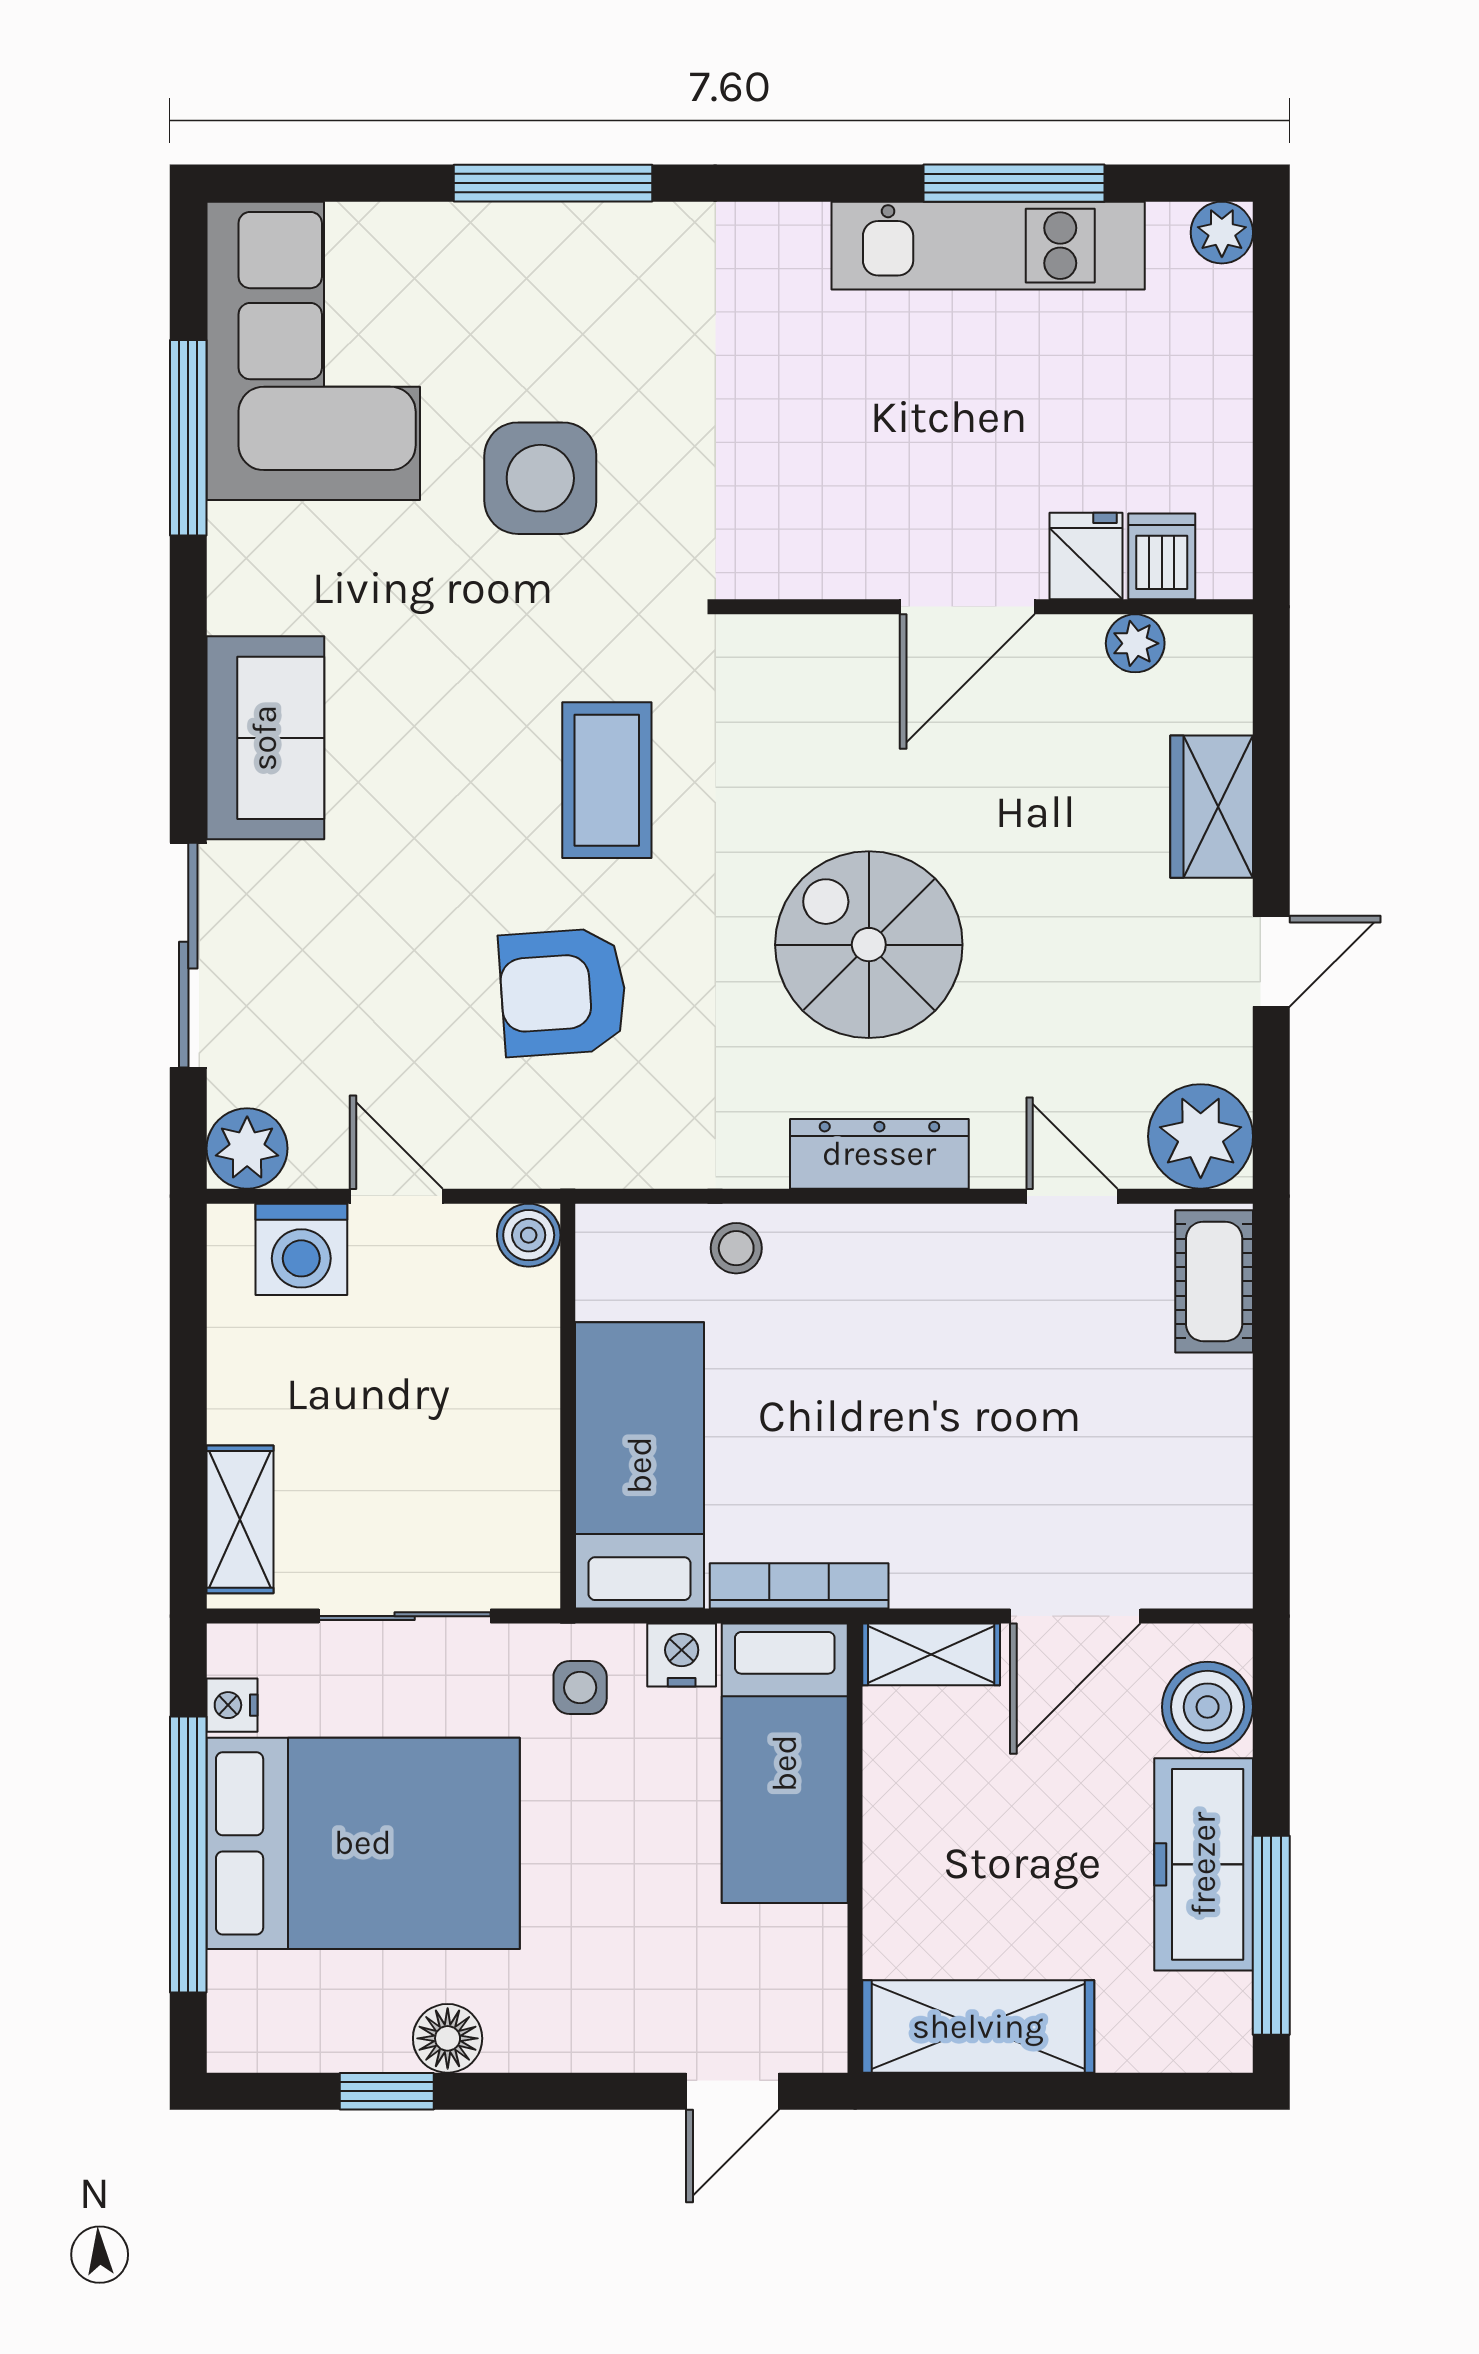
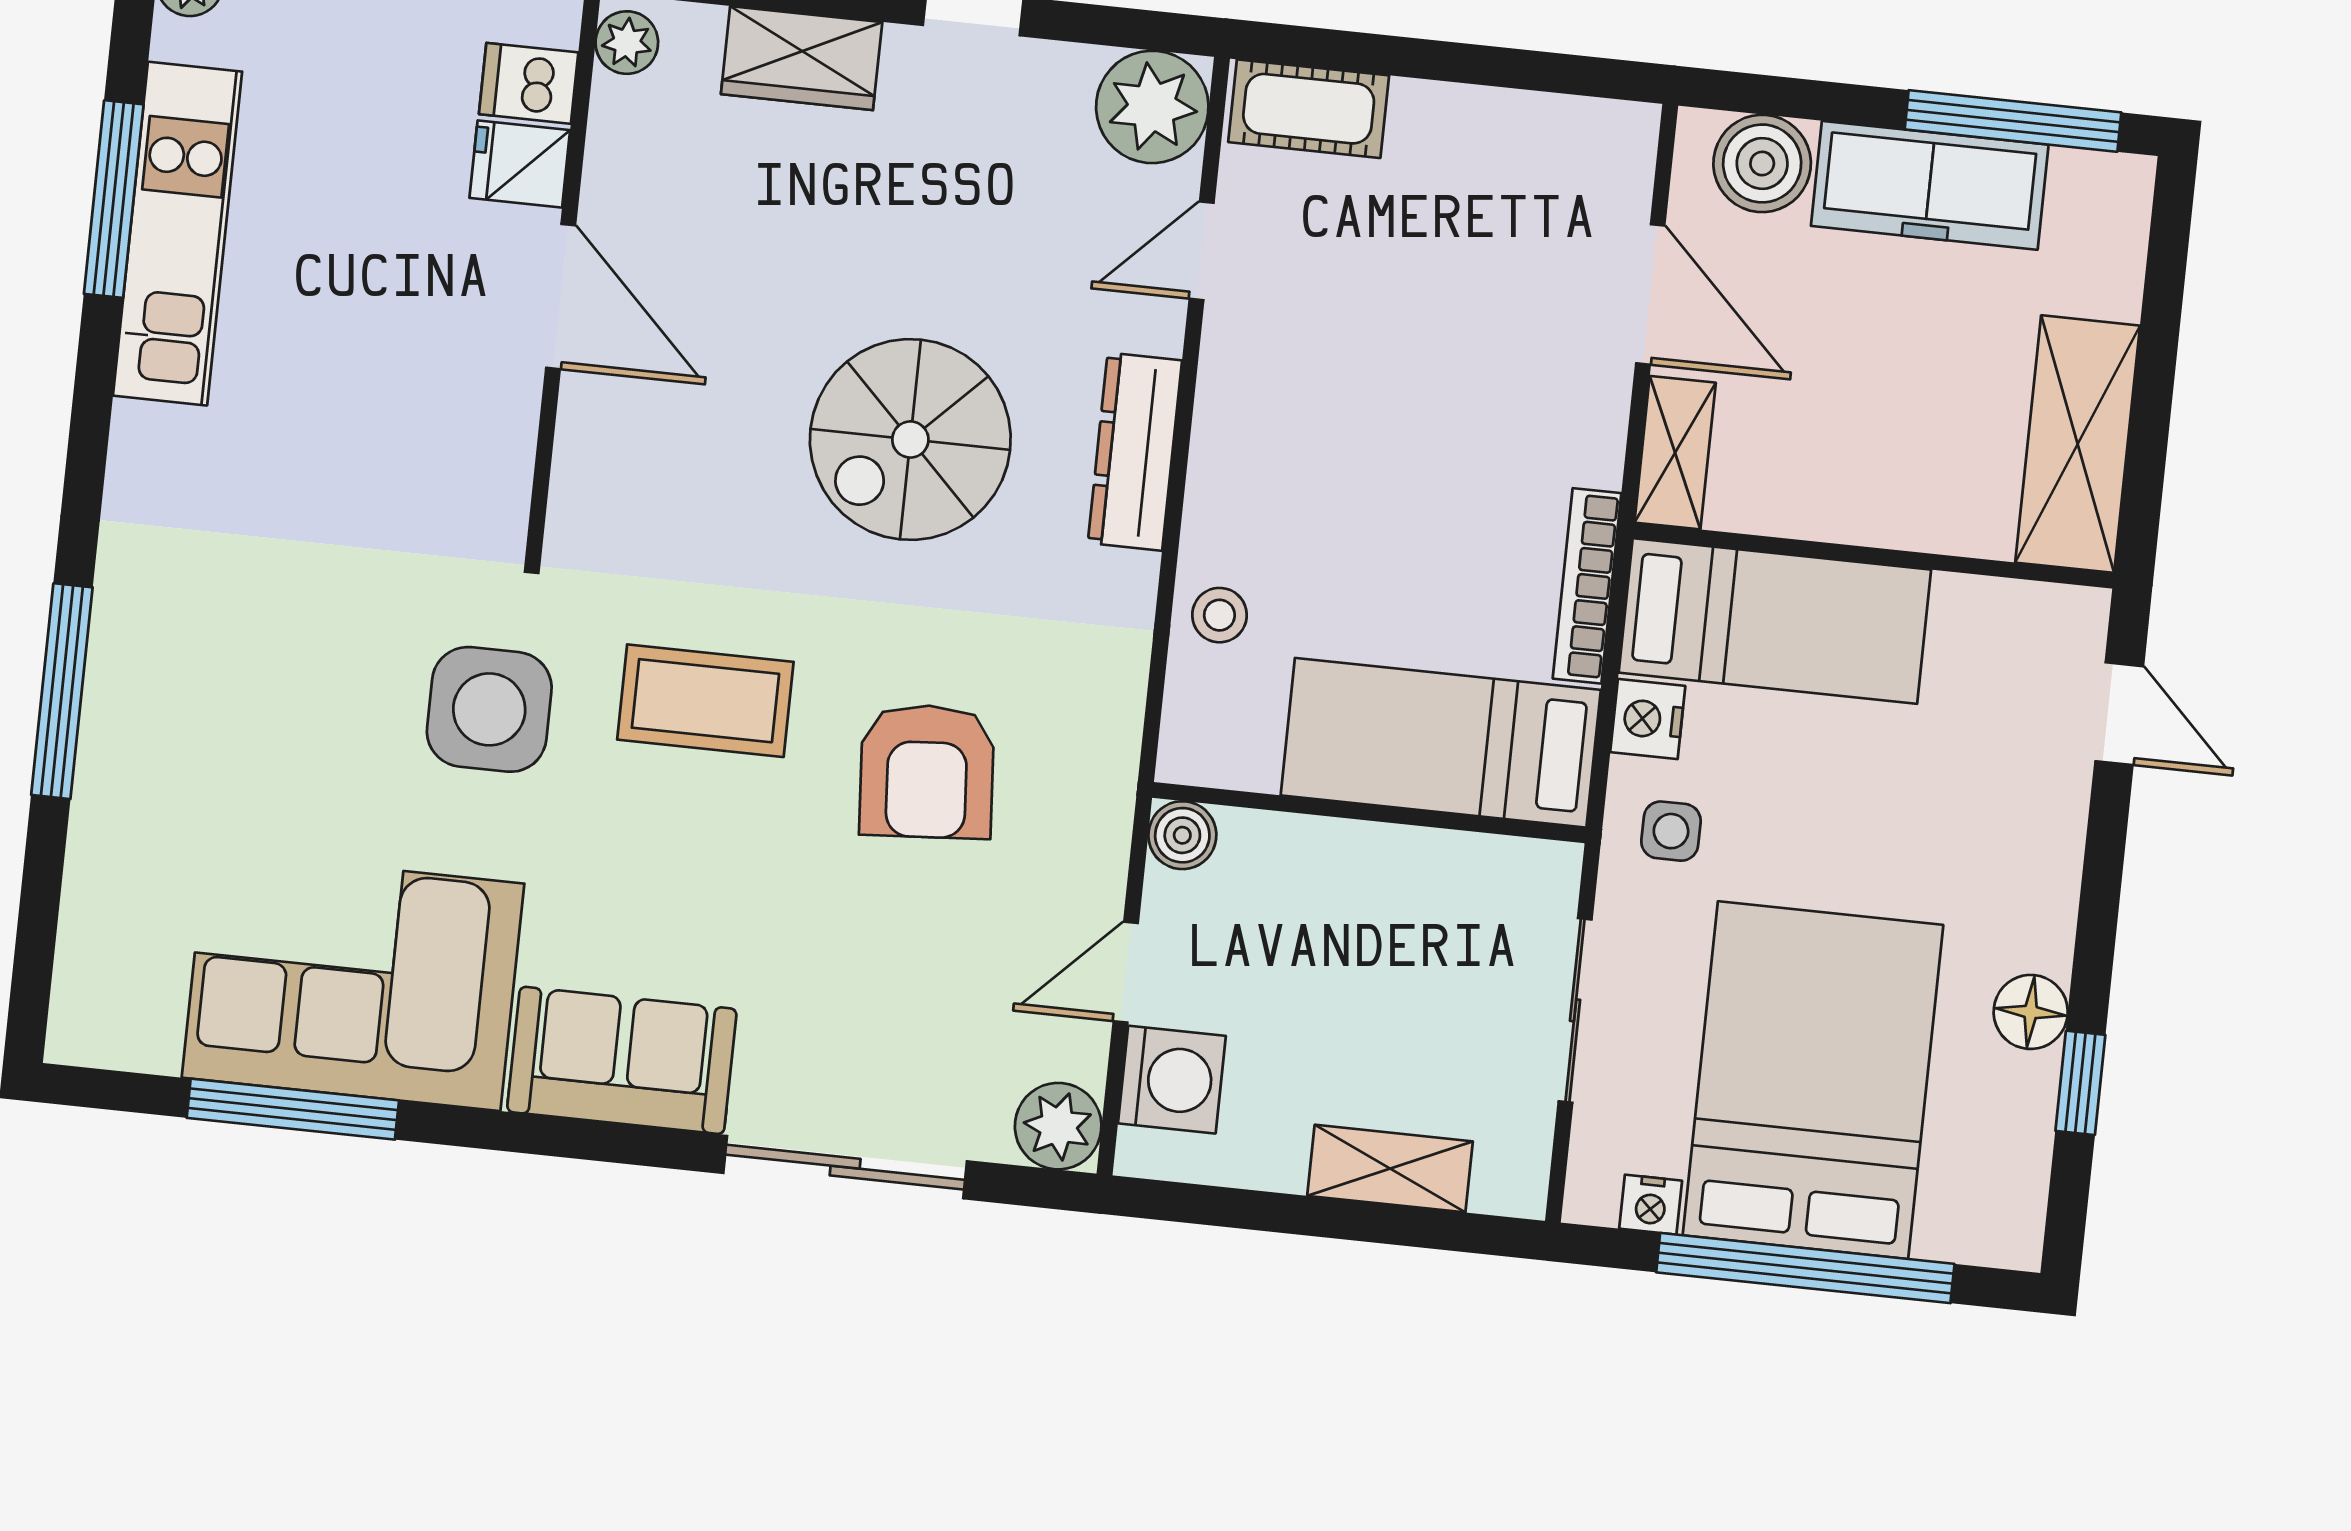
corner sofa: (313, 351) -> (353, 981), moved
side table: (540, 478) -> (489, 709), moved
plant: (1135, 643) -> (627, 43), moved
shelving: (240, 1519) -> (1390, 1169), moved

